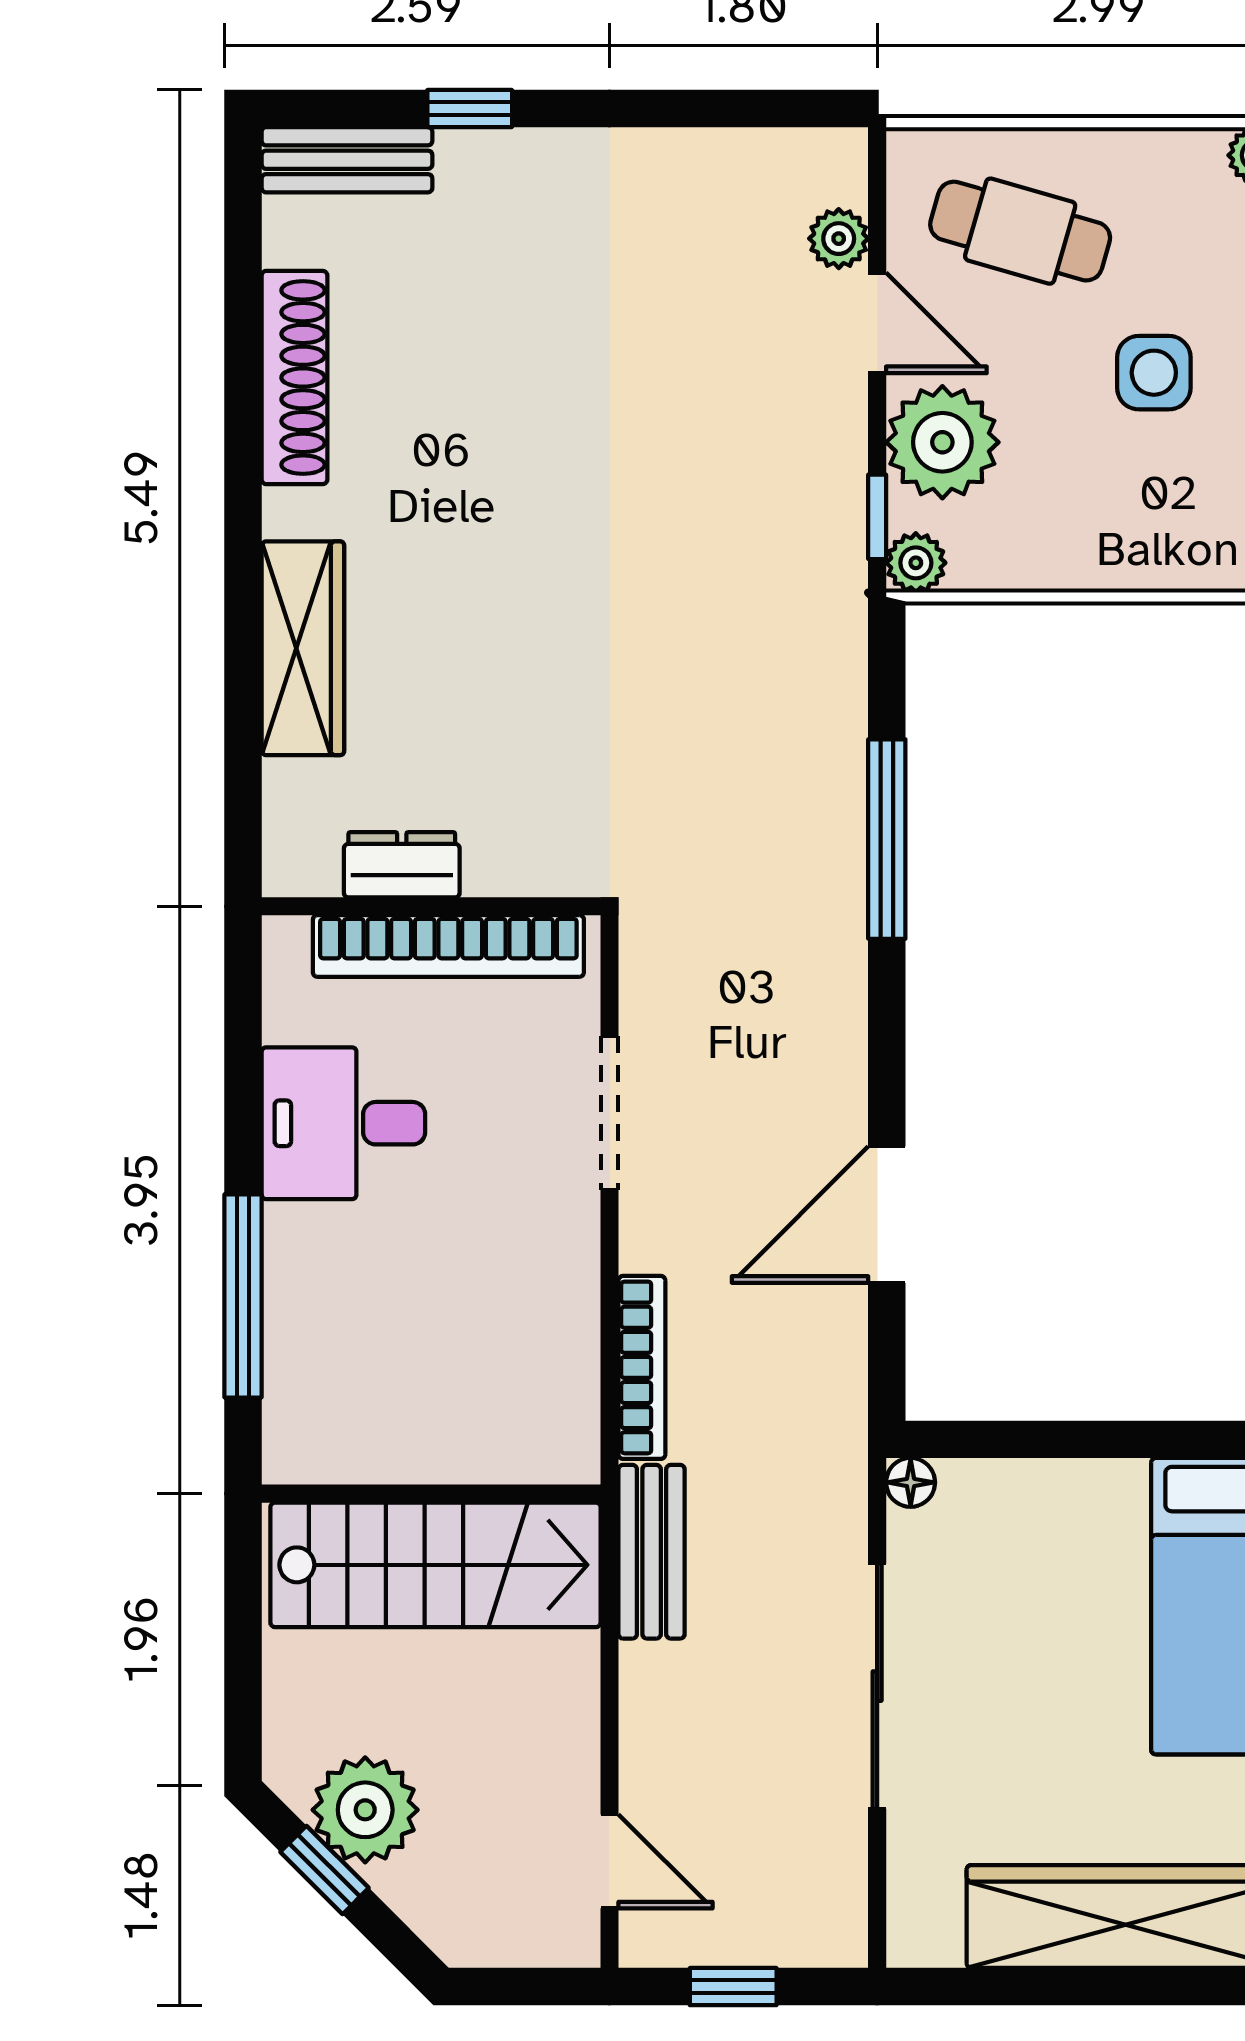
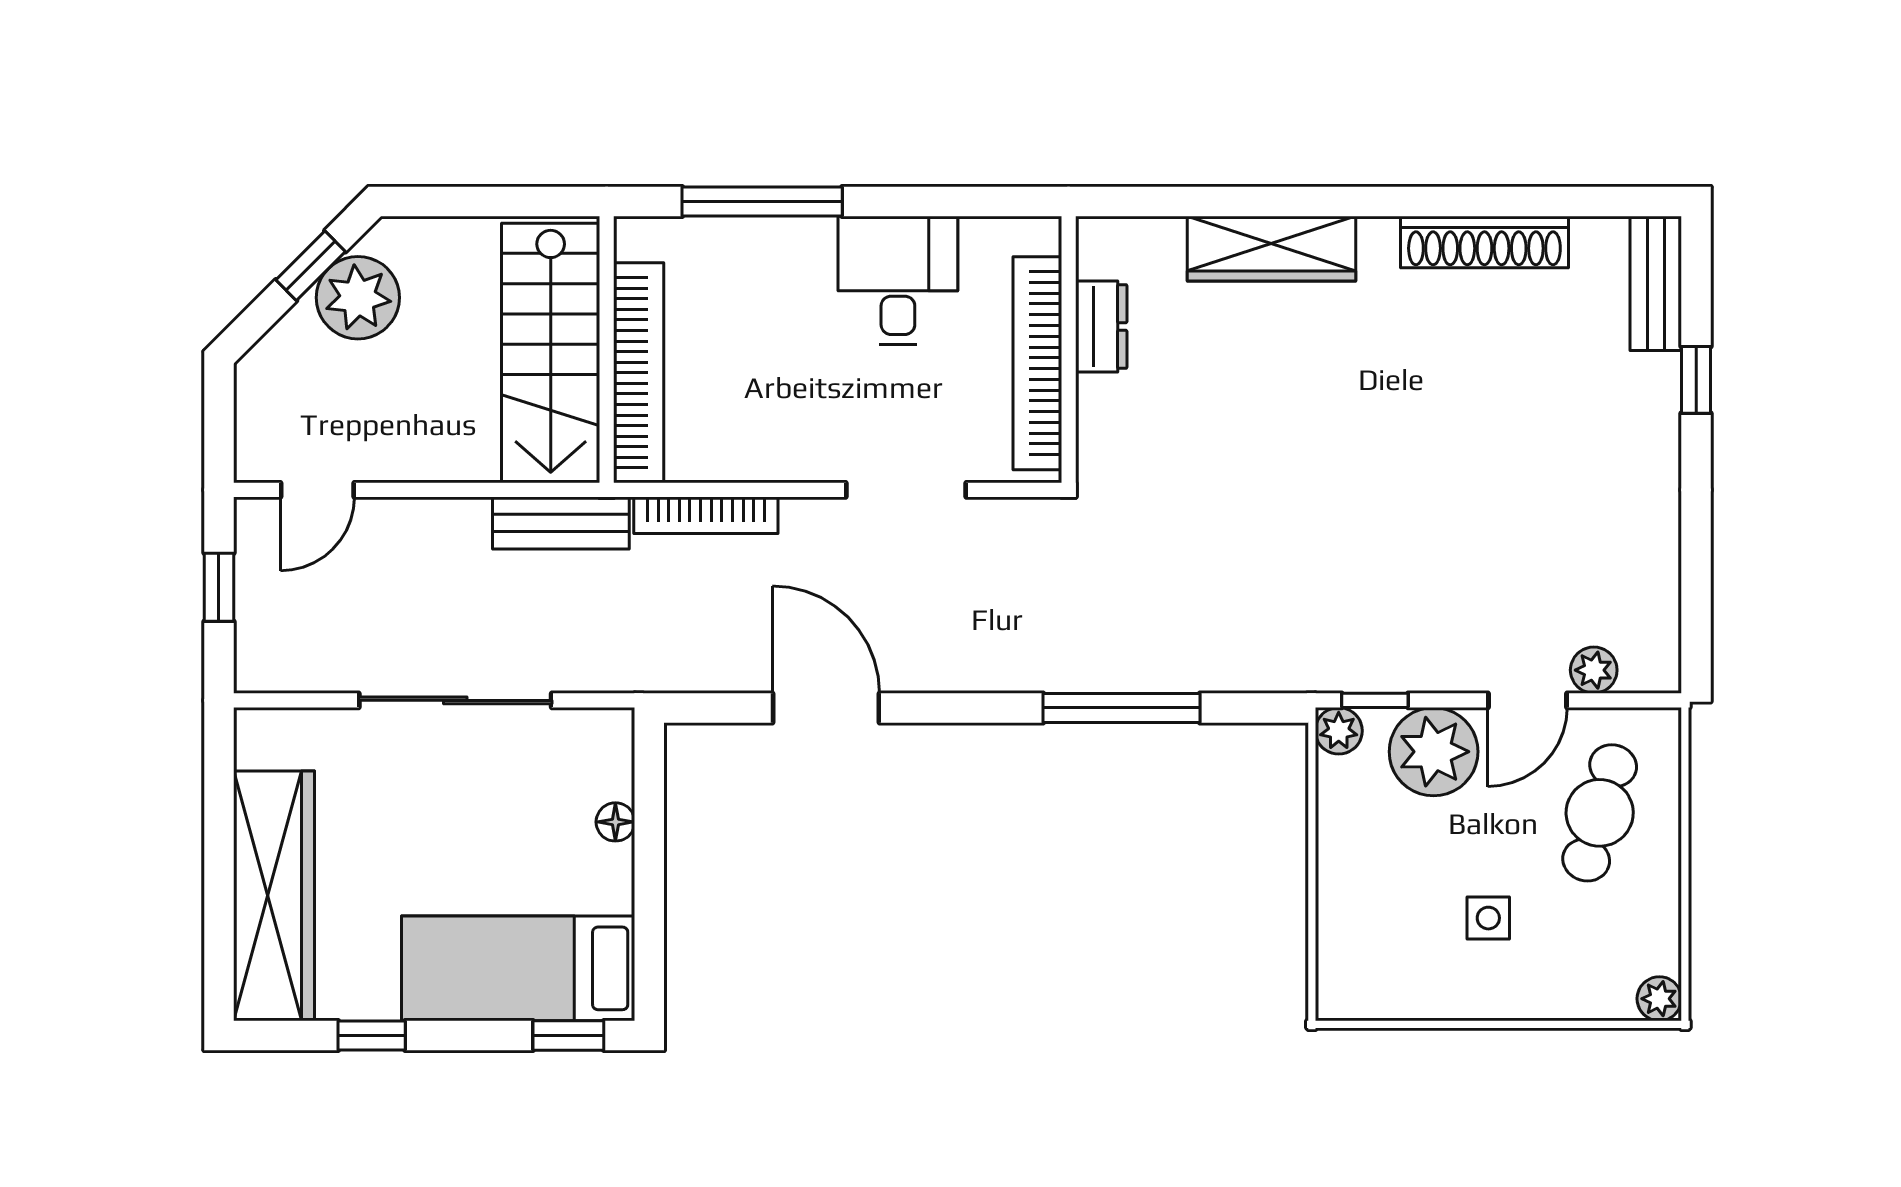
side table: (1154, 373) -> (1488, 918), width x0.73, depth x0.73
bookcase: (461, 1453) -> (639, 373), added
floor lamp: (911, 1482) -> (615, 822), moved

